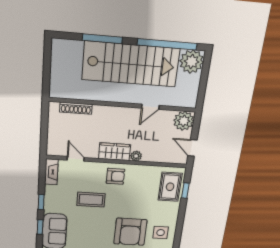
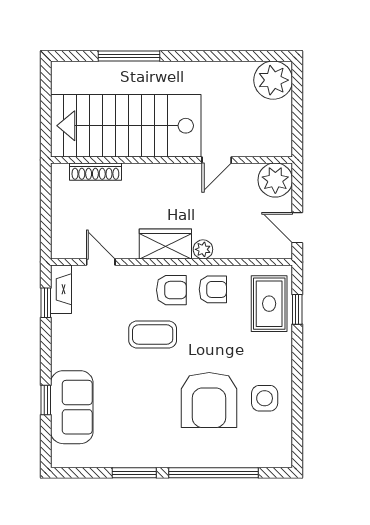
window: (167, 44) -> (230, 56), removed
stairs: (131, 64) -> (126, 126), moved, turned 180
armchair: (139, 177) -> (213, 289), added
coffee table: (91, 200) -> (153, 334), moved
window: (41, 202) -> (46, 303), moved

